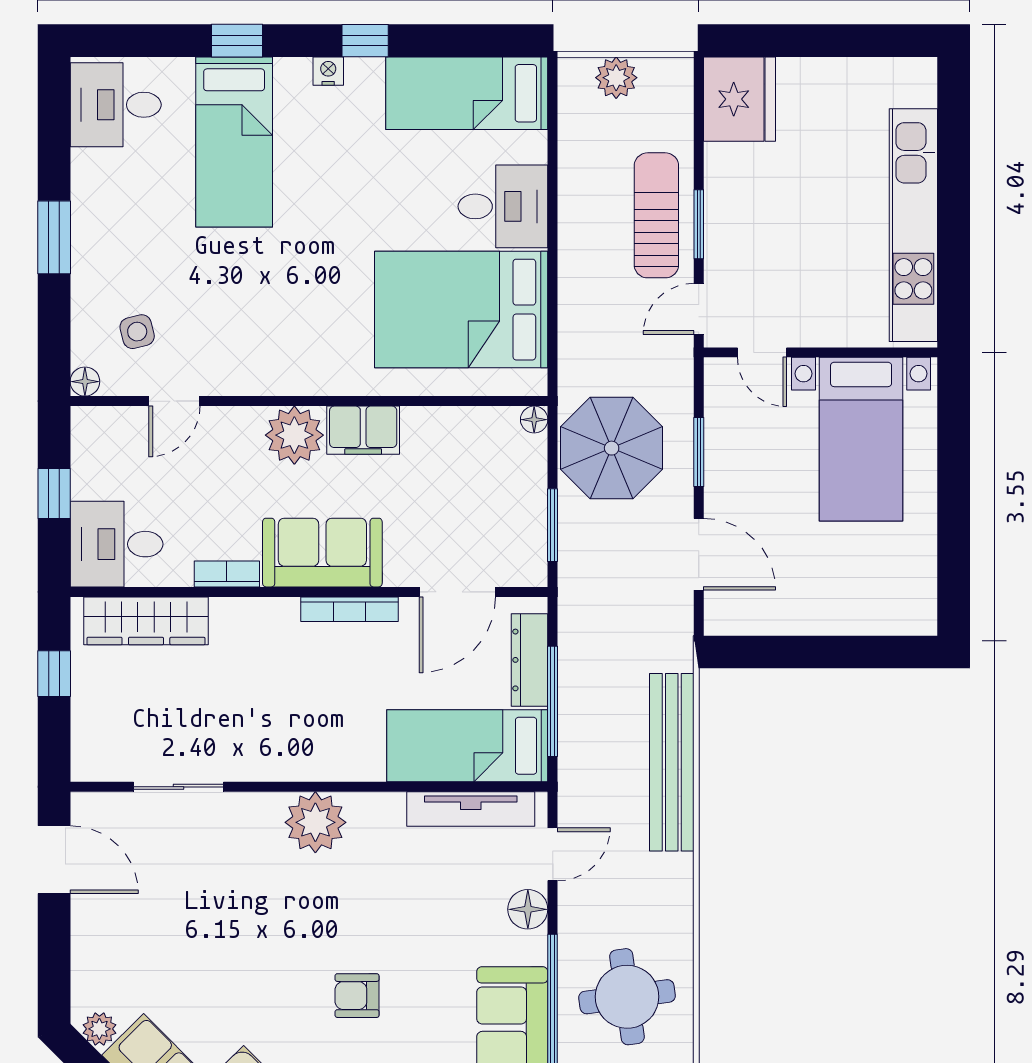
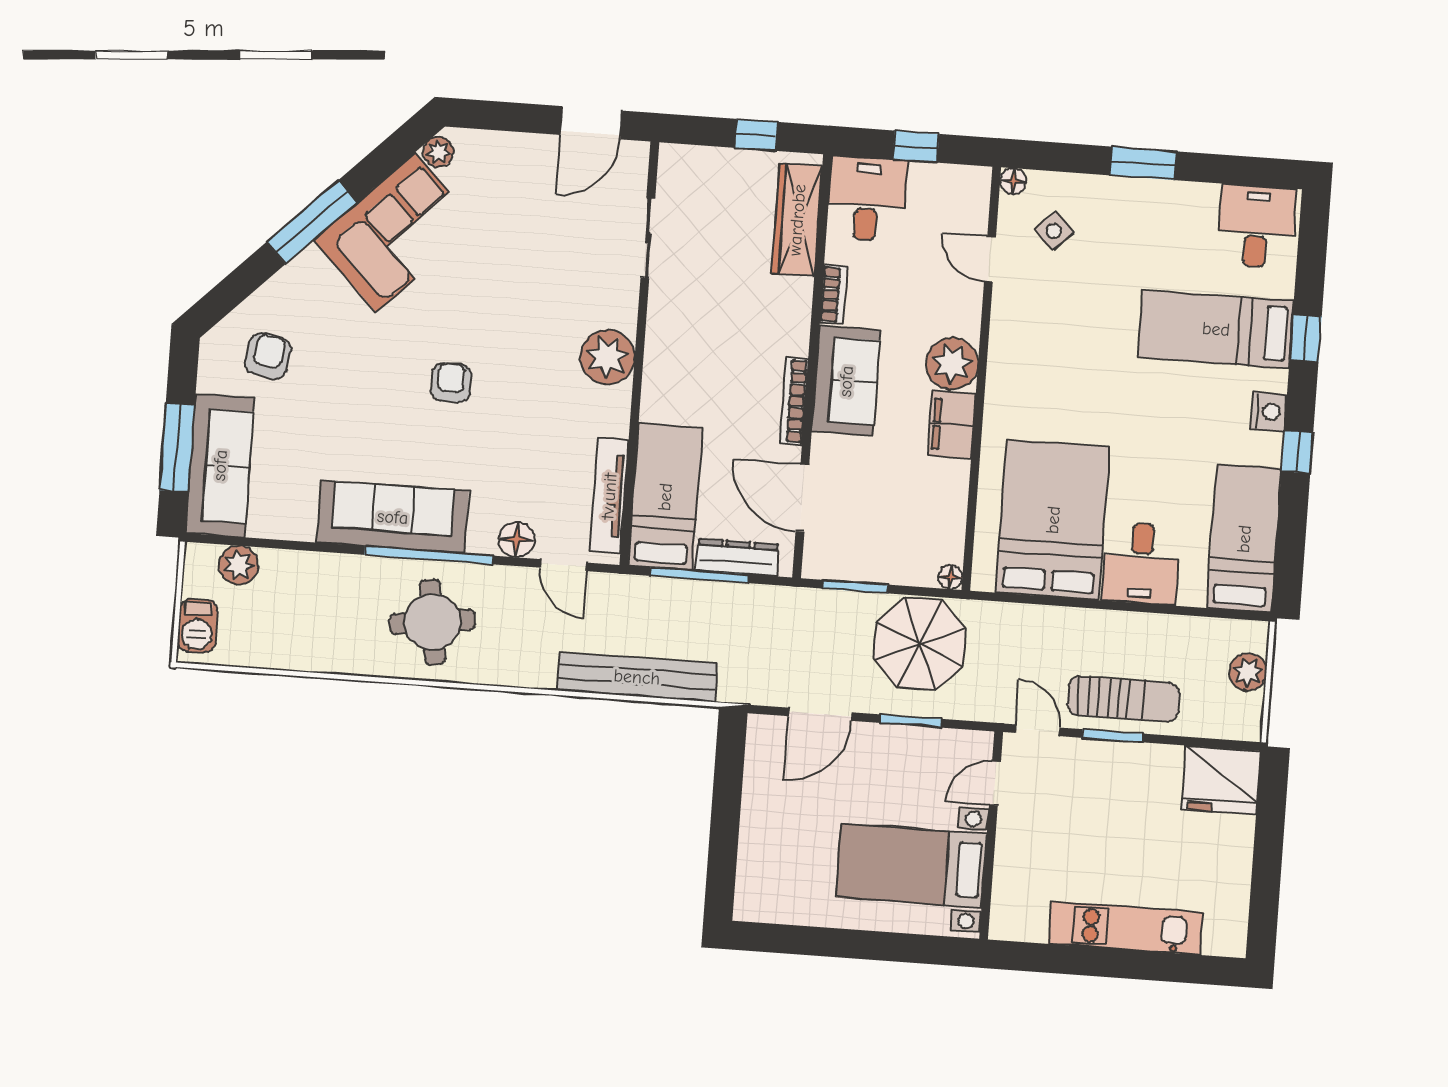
nightstand: (328, 71) -> (1269, 412), width x1.39, depth x1.35
kitchen unit: (913, 225) -> (1126, 928), width x0.73
side table: (137, 332) -> (1054, 231), turned -31

